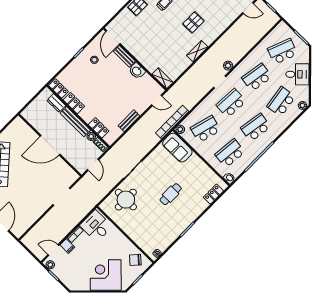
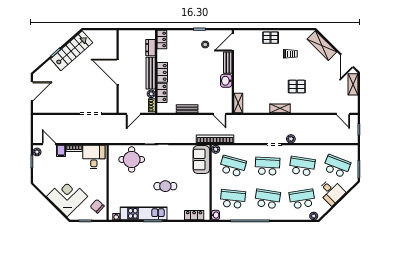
locker: (74, 103) -> (162, 72), moved
kitchen unit: (175, 230) -> (144, 213), added

